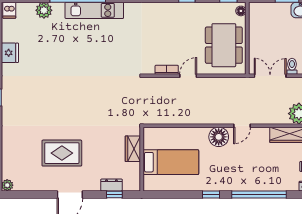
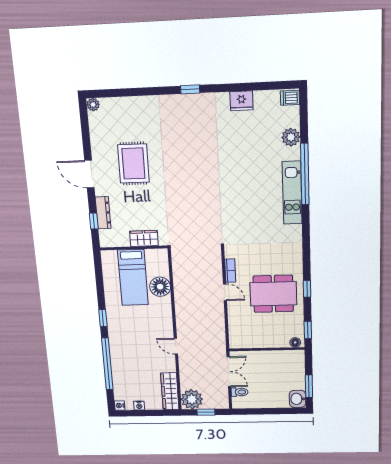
dining table: (224, 45) -> (273, 294), moved
floor lamp: (219, 137) -> (160, 287), moved
dresser: (111, 185) -> (103, 213), width x1.44

